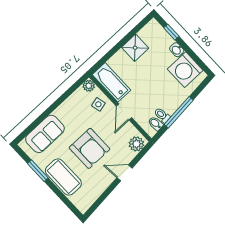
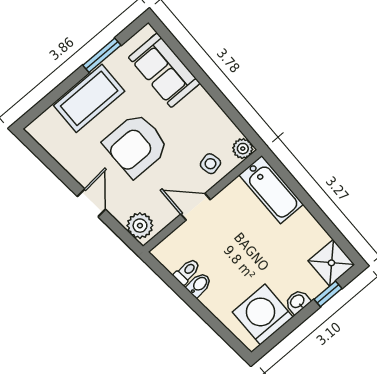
shower: (135, 48) -> (331, 263), moved
bathtub: (111, 82) -> (271, 190), moved, turned 90
window: (179, 112) -> (191, 300), removed
bidet: (156, 124) -> (199, 285), moved

